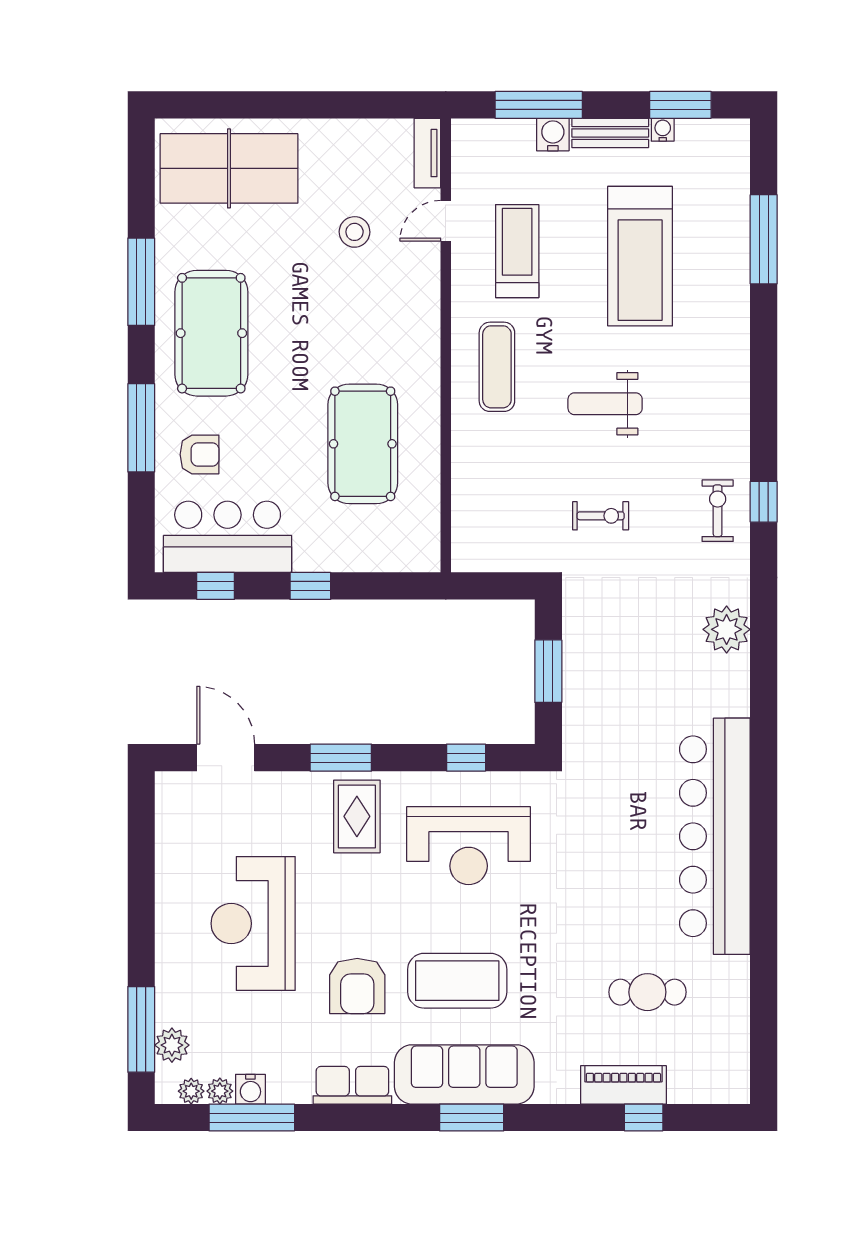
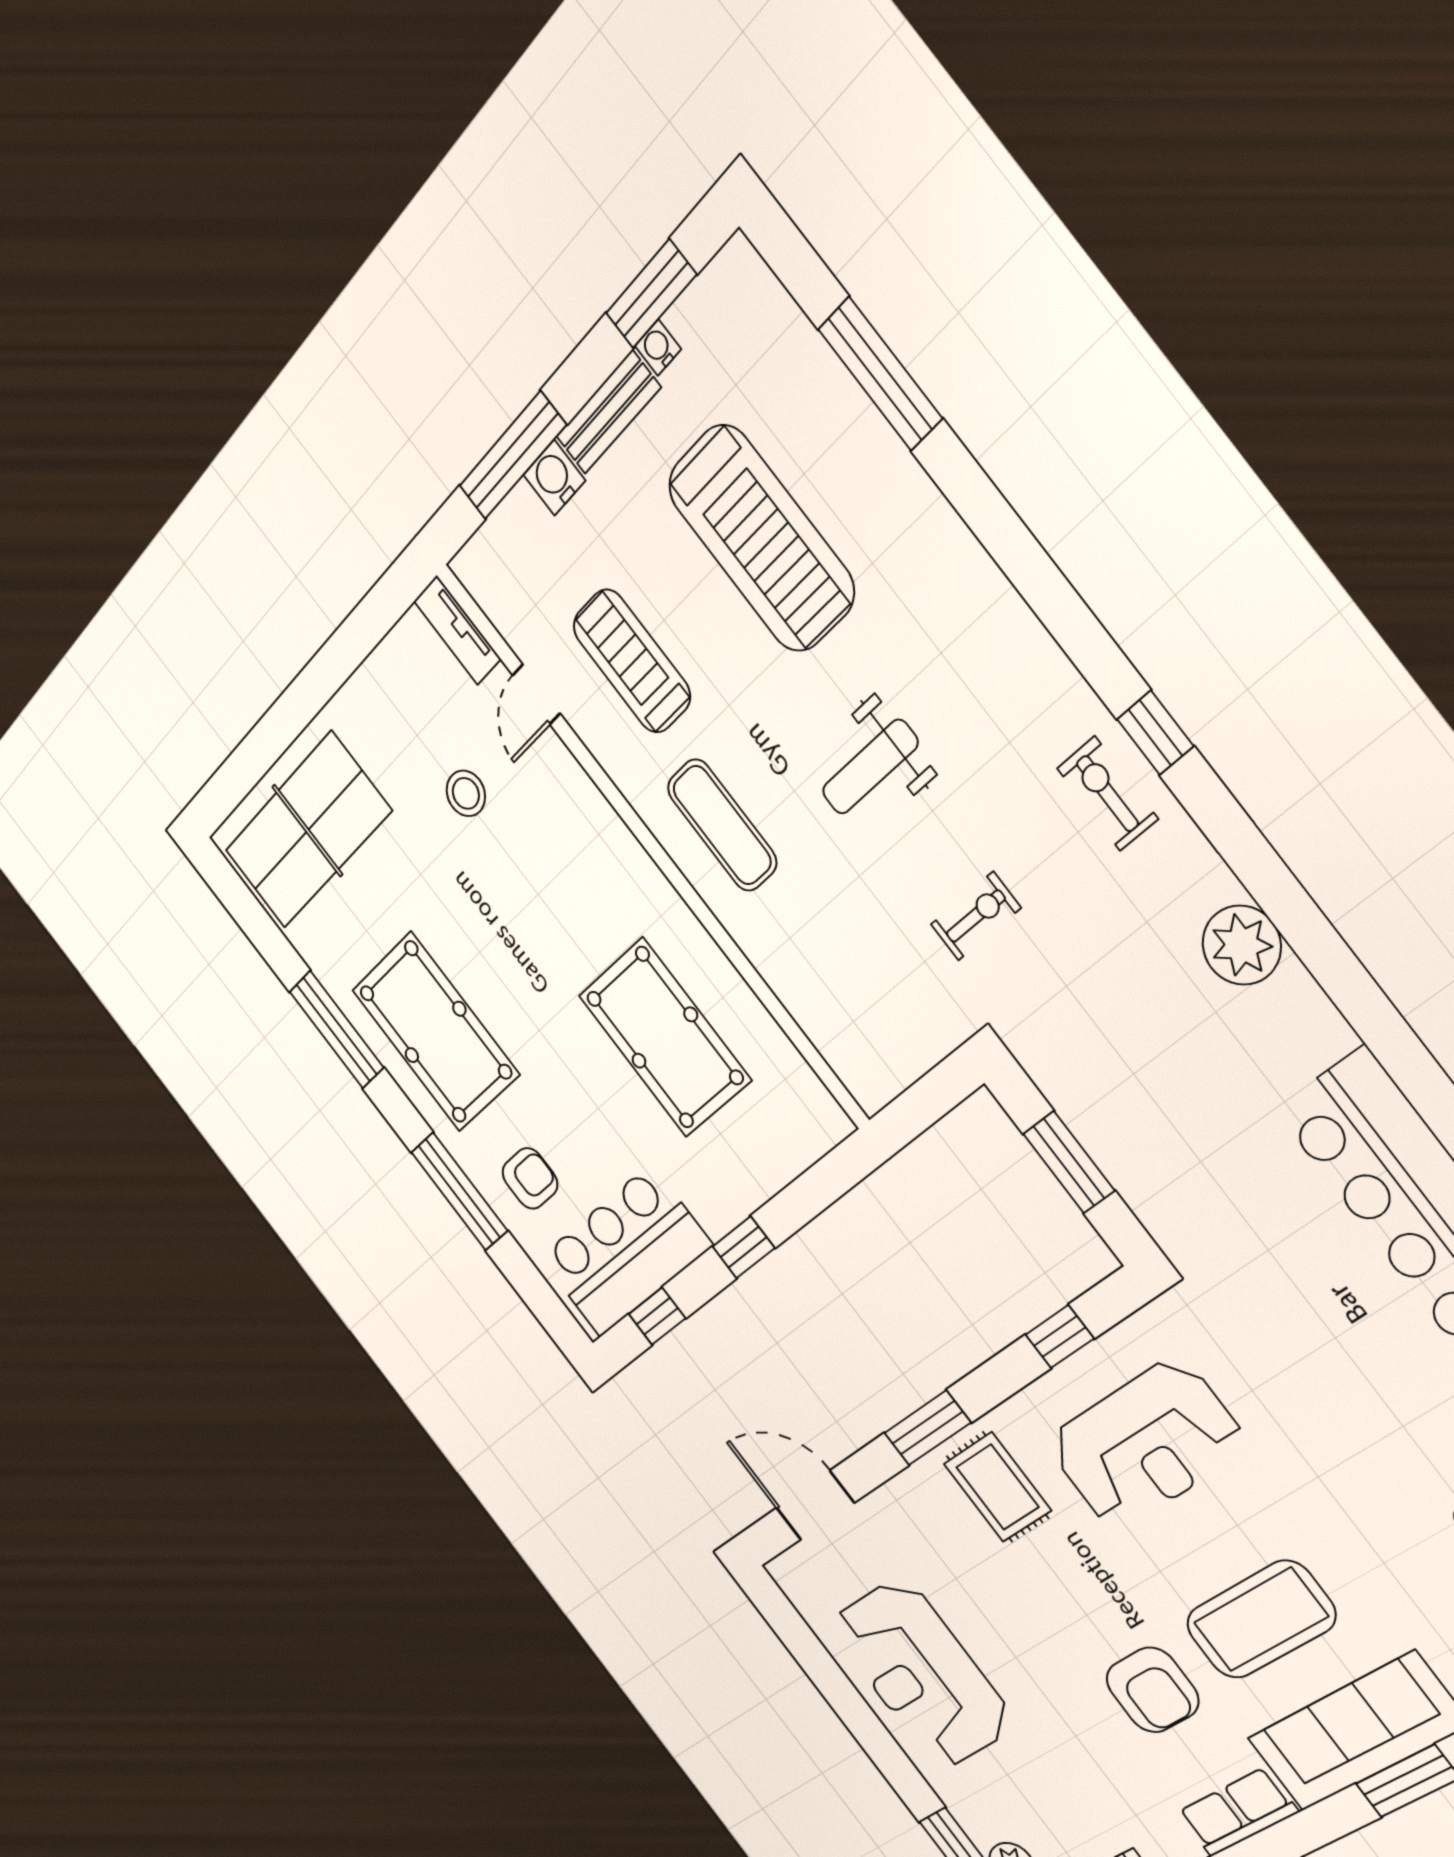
reception desk: (253, 924) -> (922, 1674), moved

